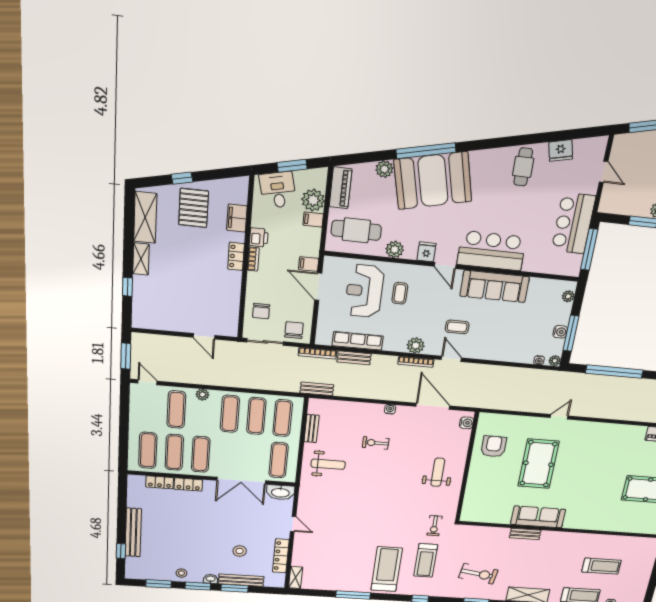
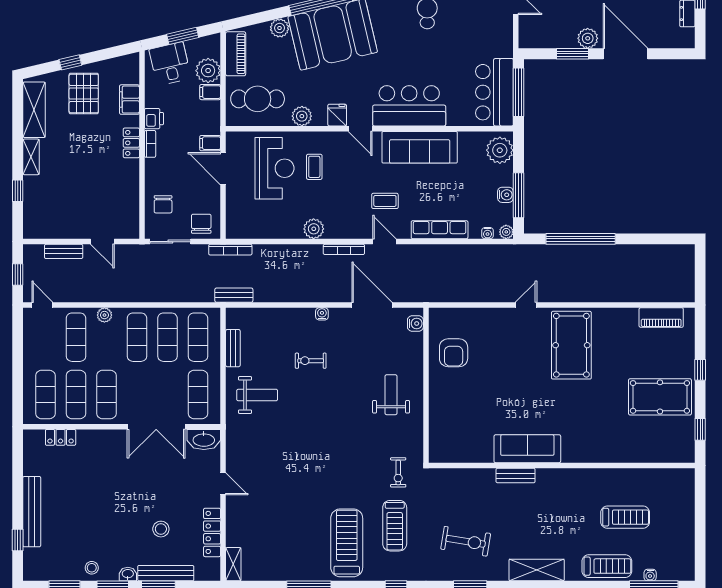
bar counter: (573, 223) -> (494, 92), moved
reception desk: (364, 291) -> (274, 168), turned 180
plant: (568, 296) -> (500, 150), width x1.88, depth x1.88
row of seats: (358, 341) -> (440, 230), moved
plant: (416, 345) -> (314, 229), moved
window: (126, 356) -> (18, 275), width x0.67
bench: (354, 358) -> (64, 251), moved
armchair: (494, 446) -> (454, 353), turned 180
pool table: (538, 464) -> (571, 345), moved
locker: (188, 484) -> (94, 438), removed

